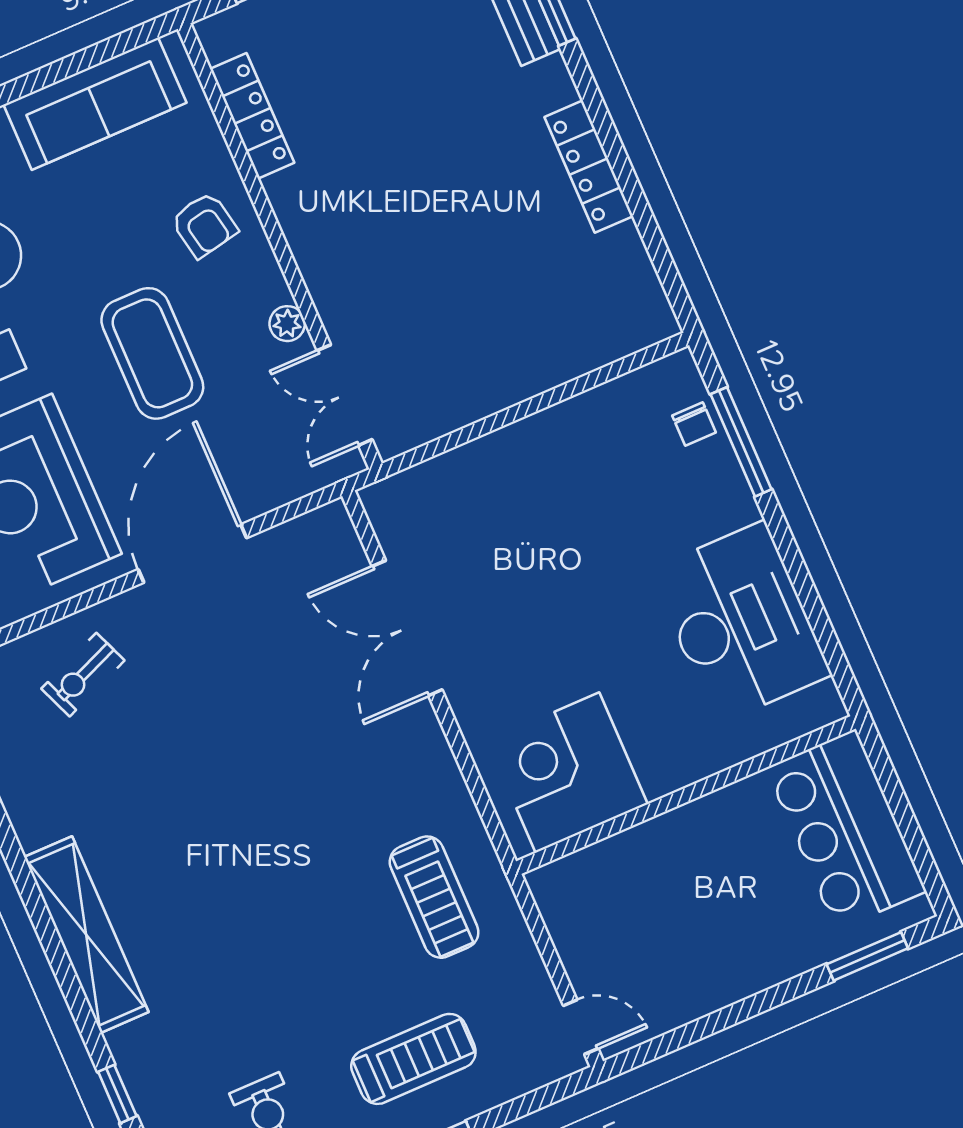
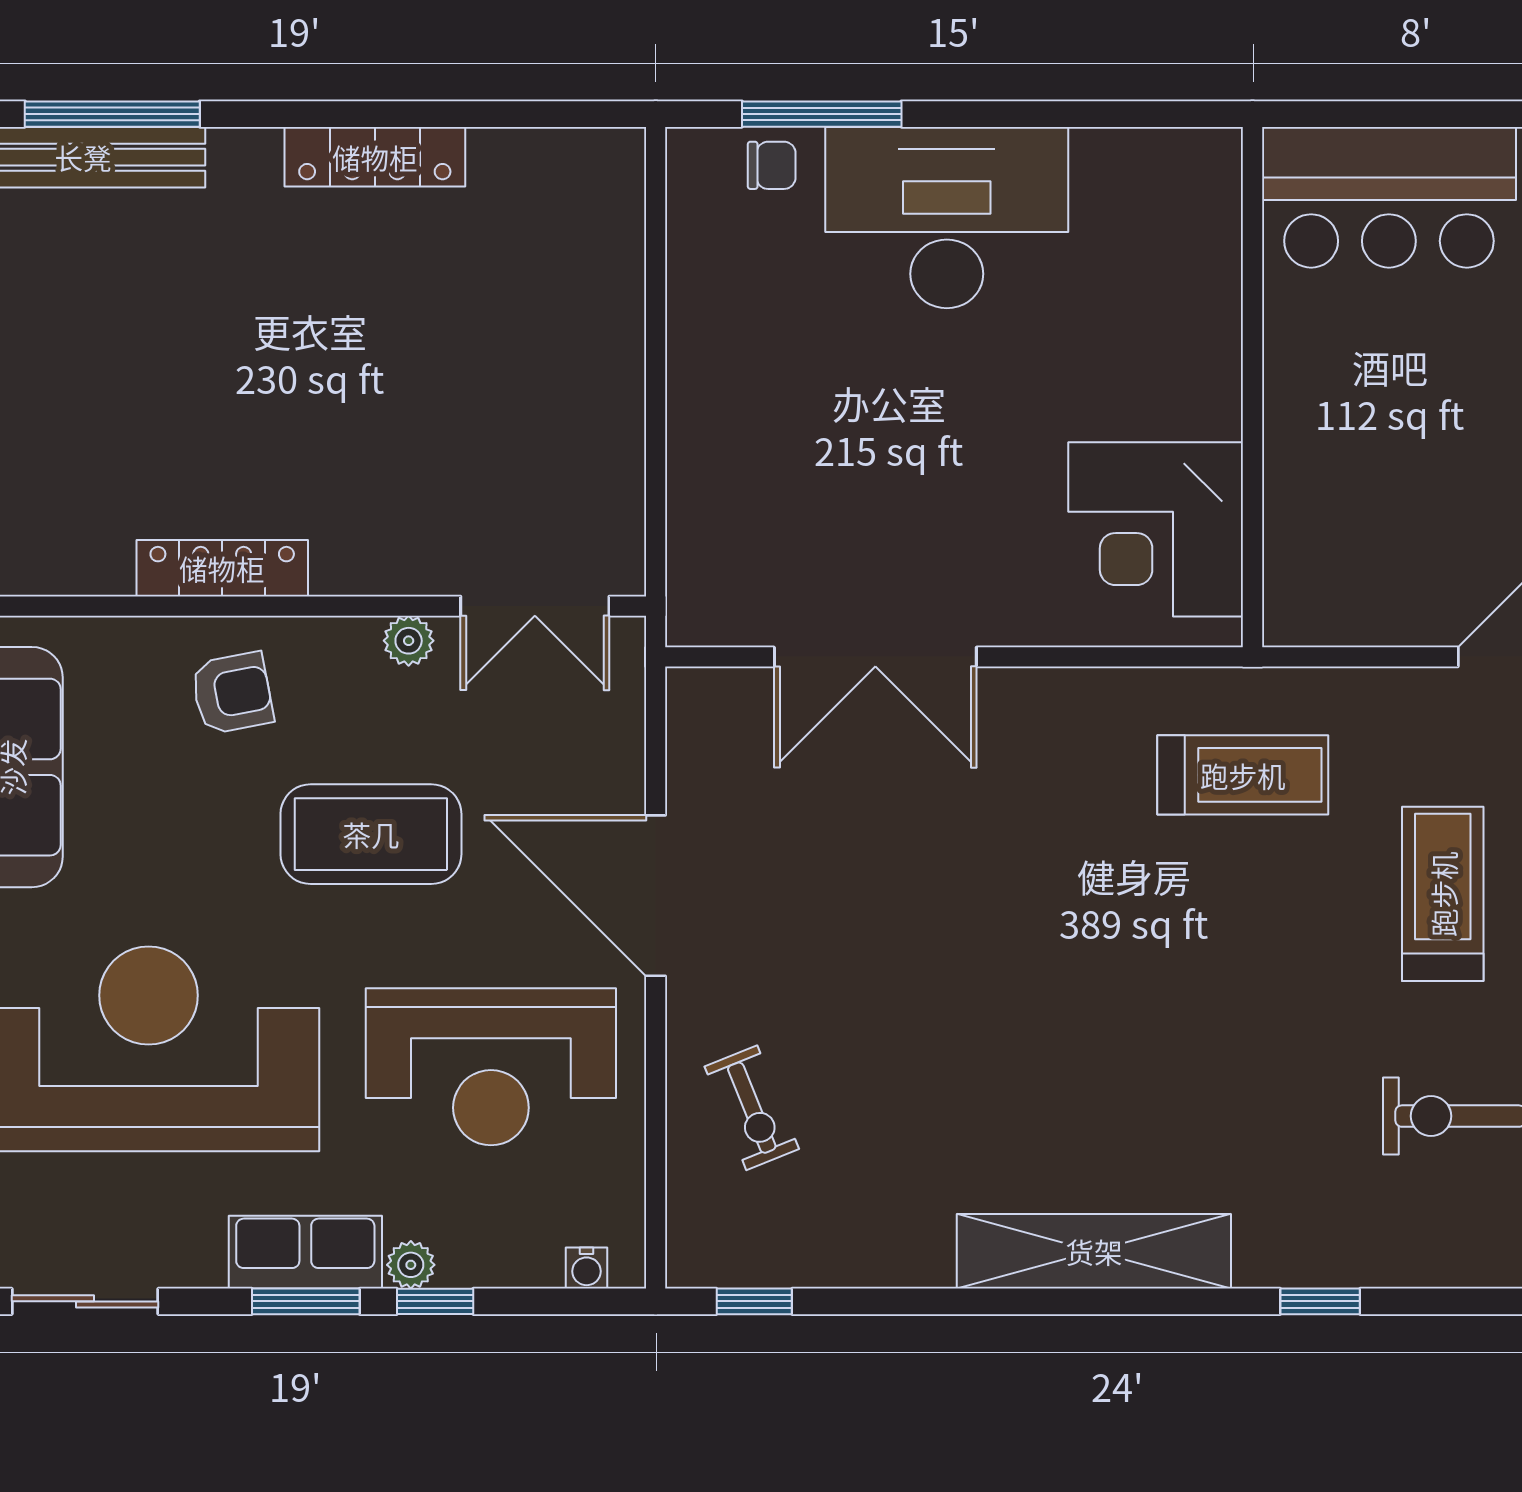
locker: (252, 116) -> (222, 568), moved
desk: (740, 623) -> (947, 218), moved

